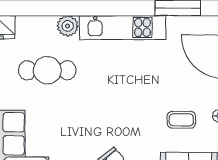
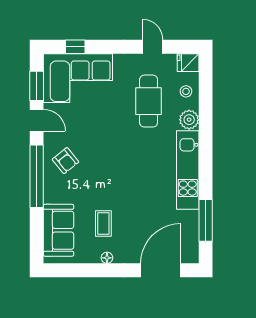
stool: (37, 29) -> (186, 91), added

